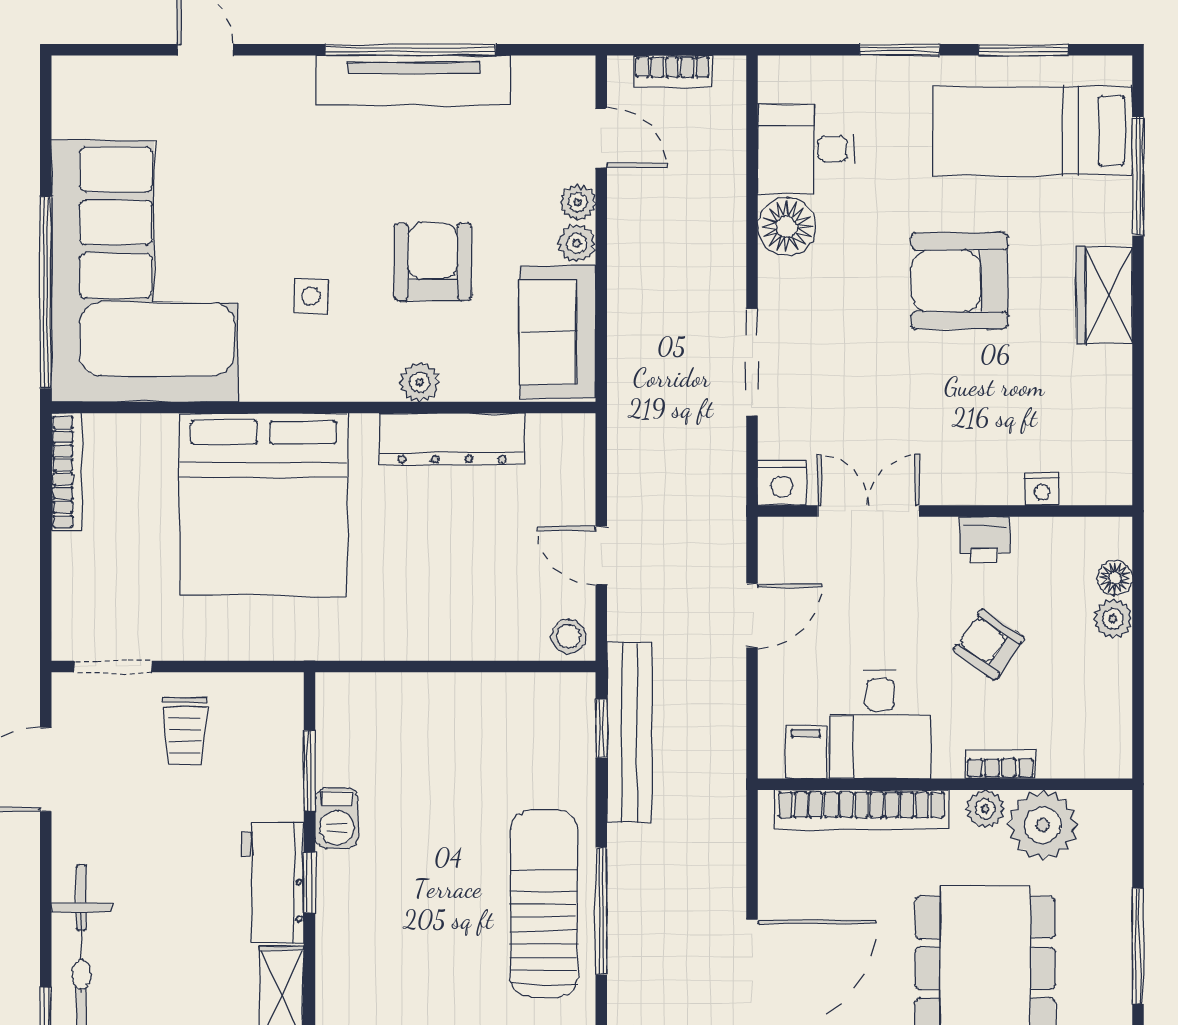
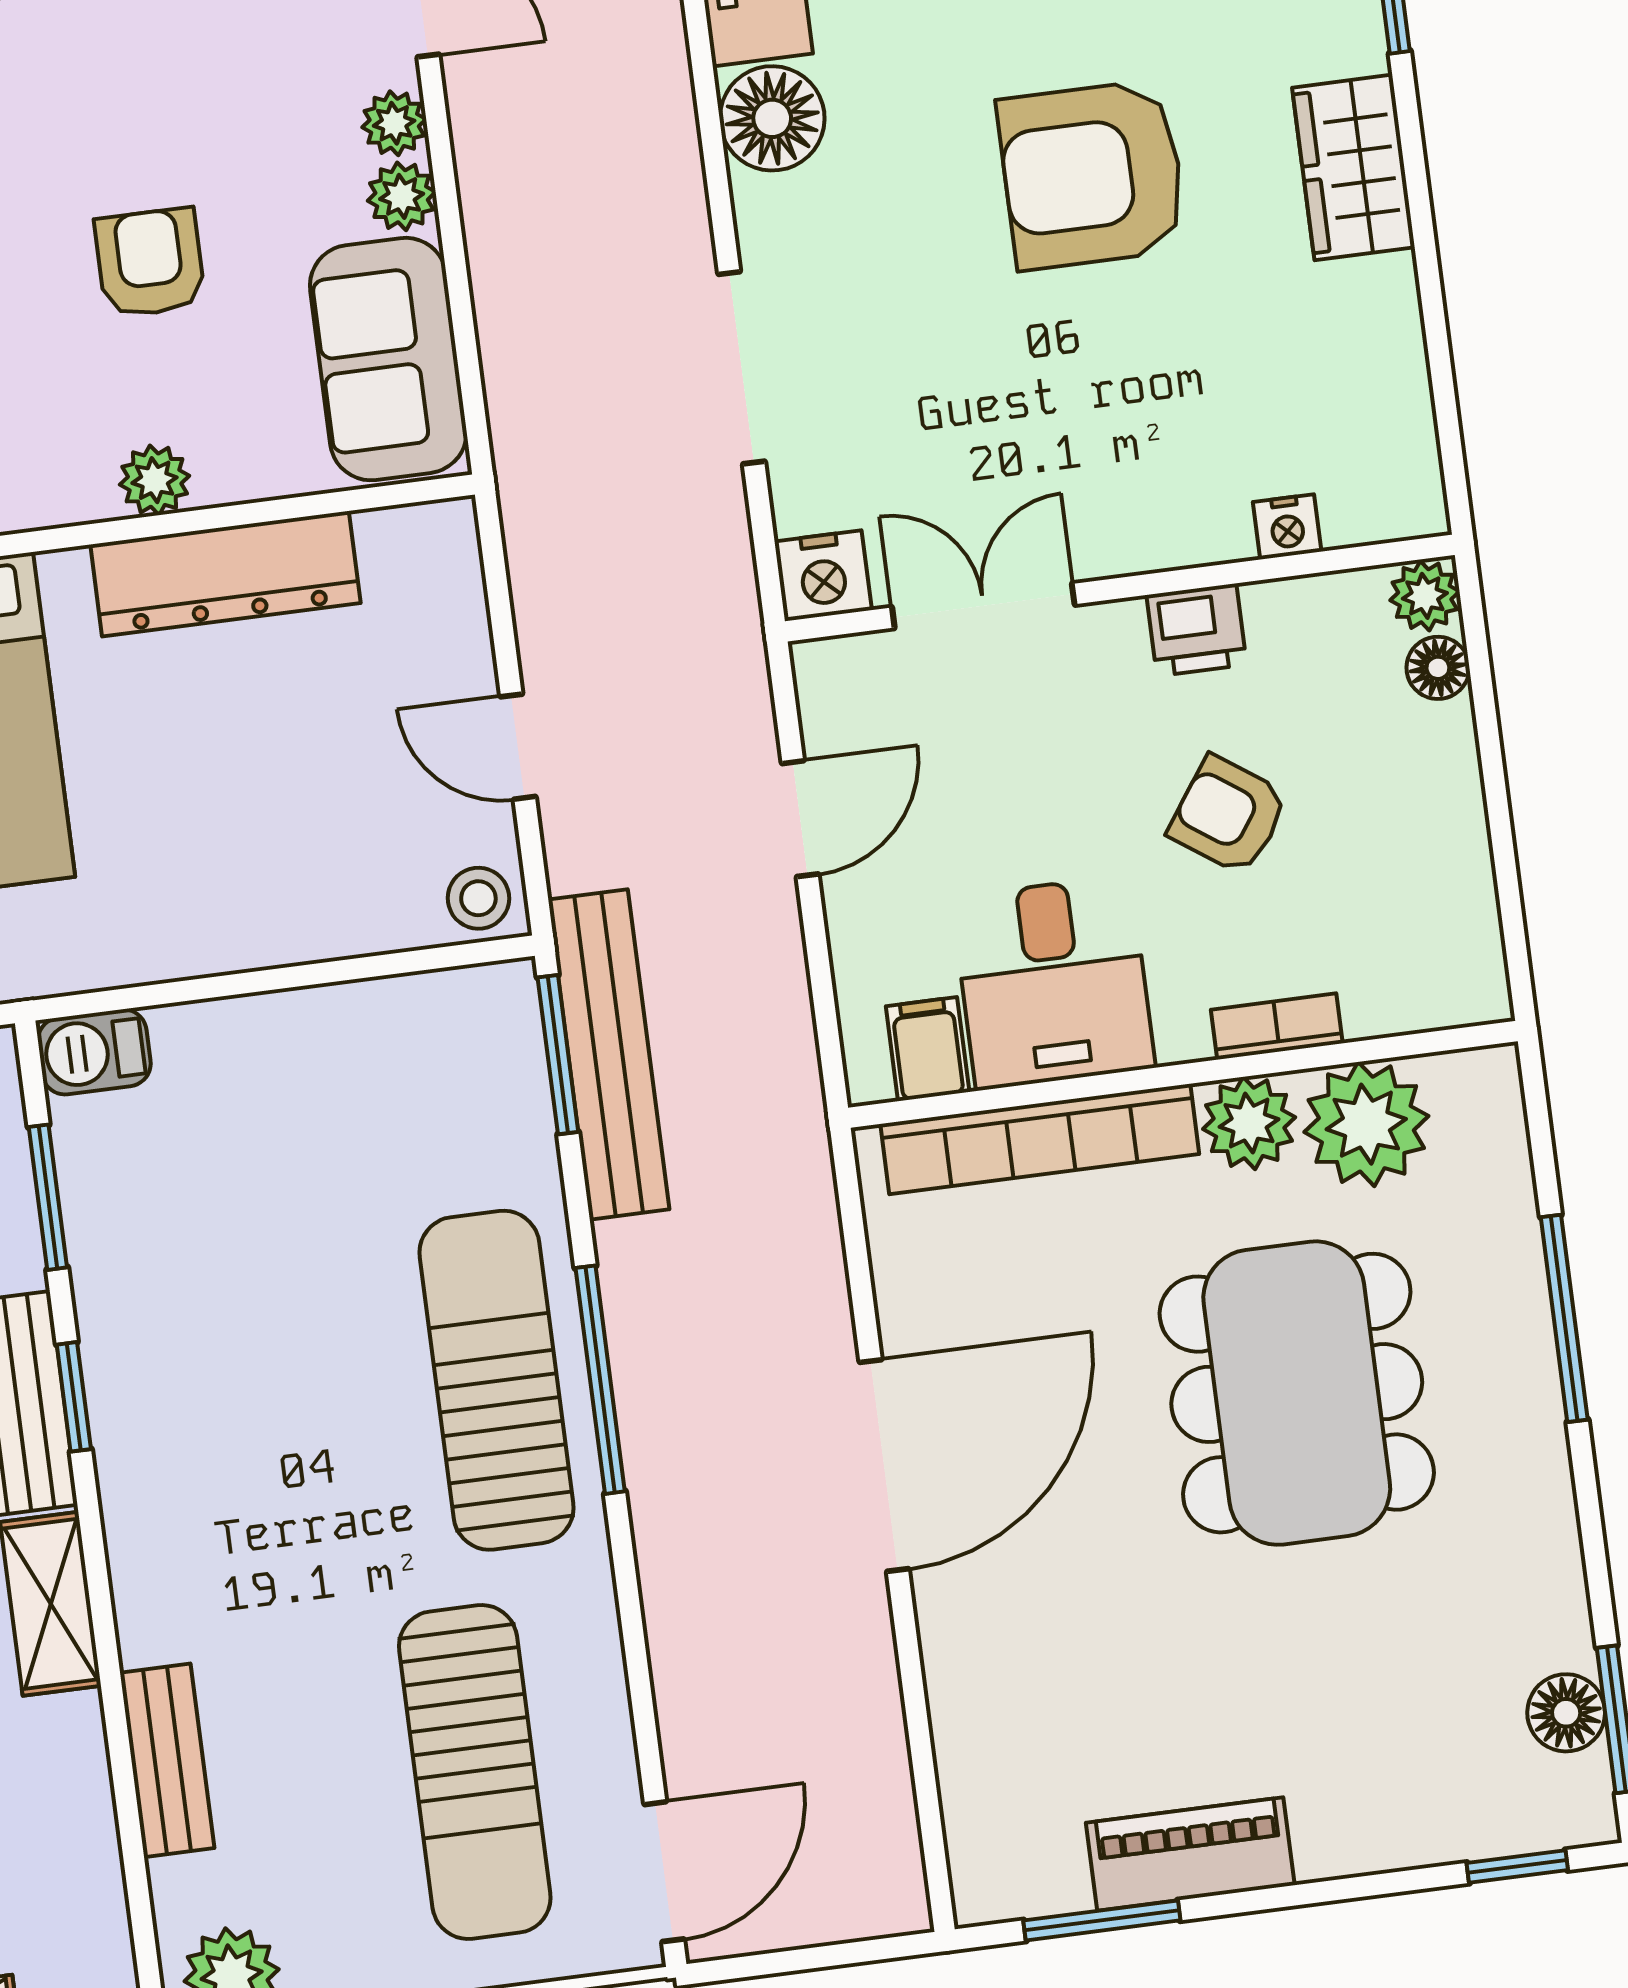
armchair: (433, 262) -> (150, 263), width x0.72, depth x0.72
plant: (1113, 619) -> (1425, 596), moved
window: (601, 728) -> (558, 1055), width x1.50
plant: (985, 809) -> (1249, 1123), width x1.38, depth x1.38
barbecue: (337, 818) -> (94, 1052), moved, turned 90

